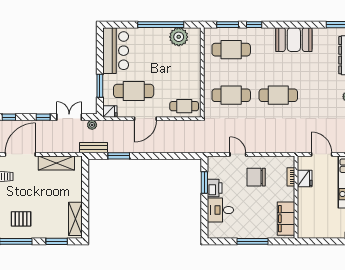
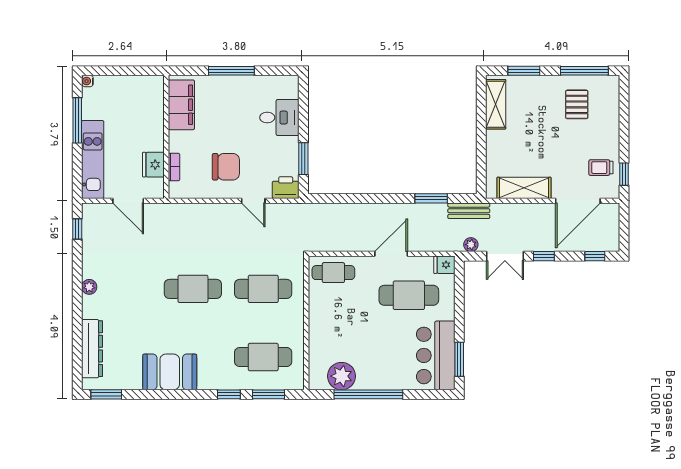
window: (100, 86) -> (459, 359), moved
printer: (215, 188) -> (286, 188), moved, turned 90
pallet: (21, 219) -> (577, 104), turned 90

